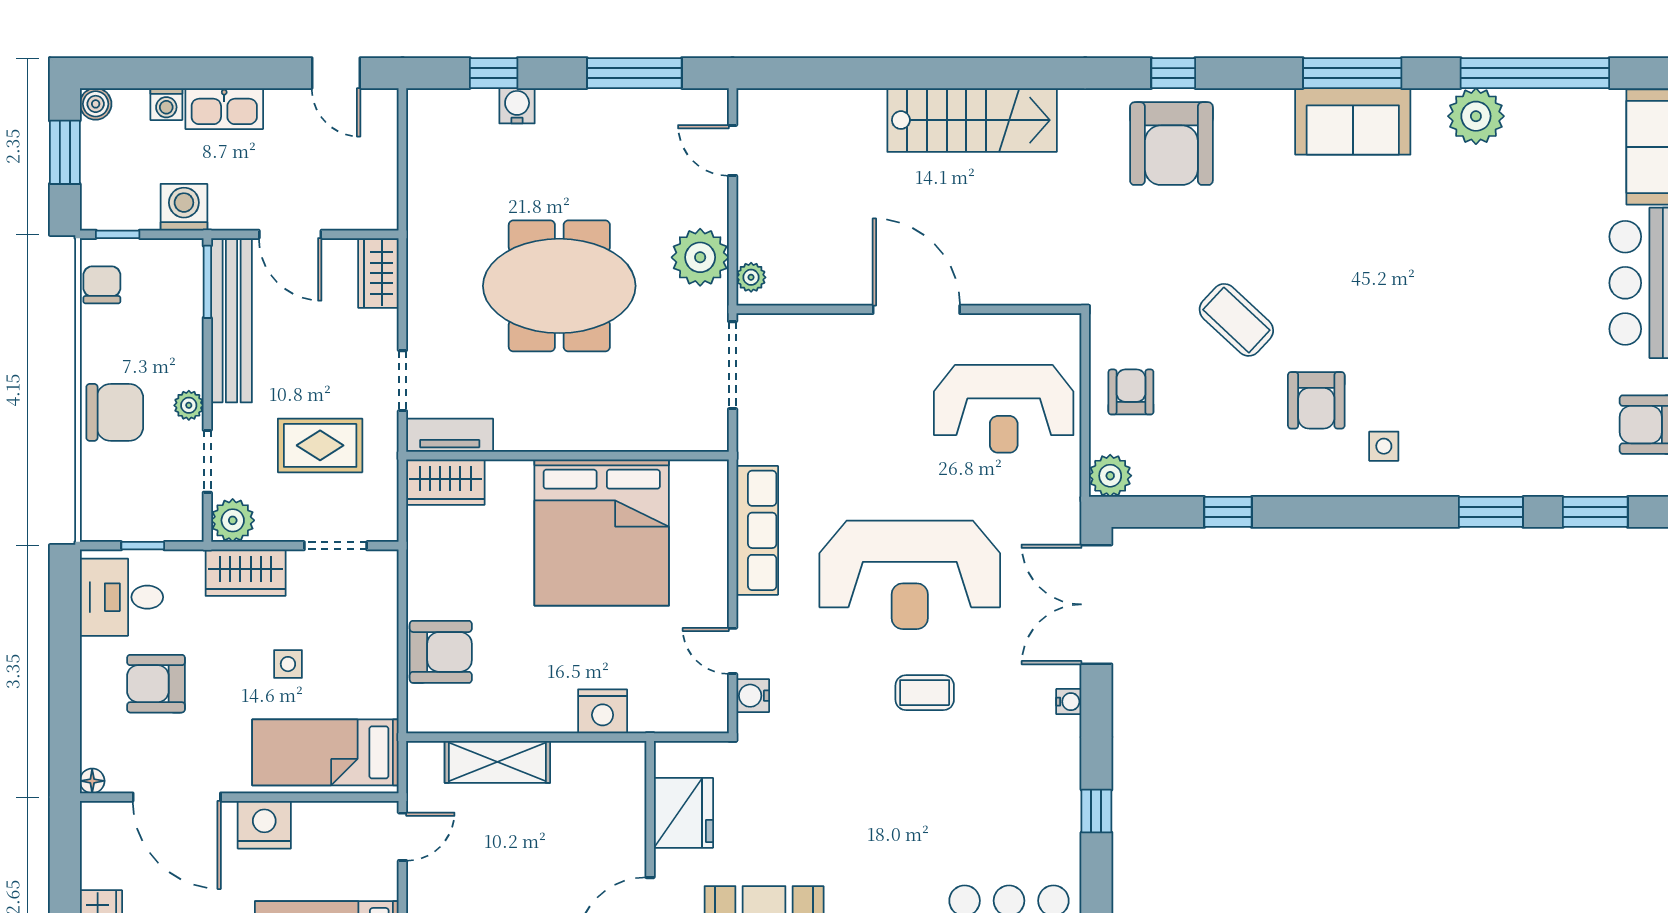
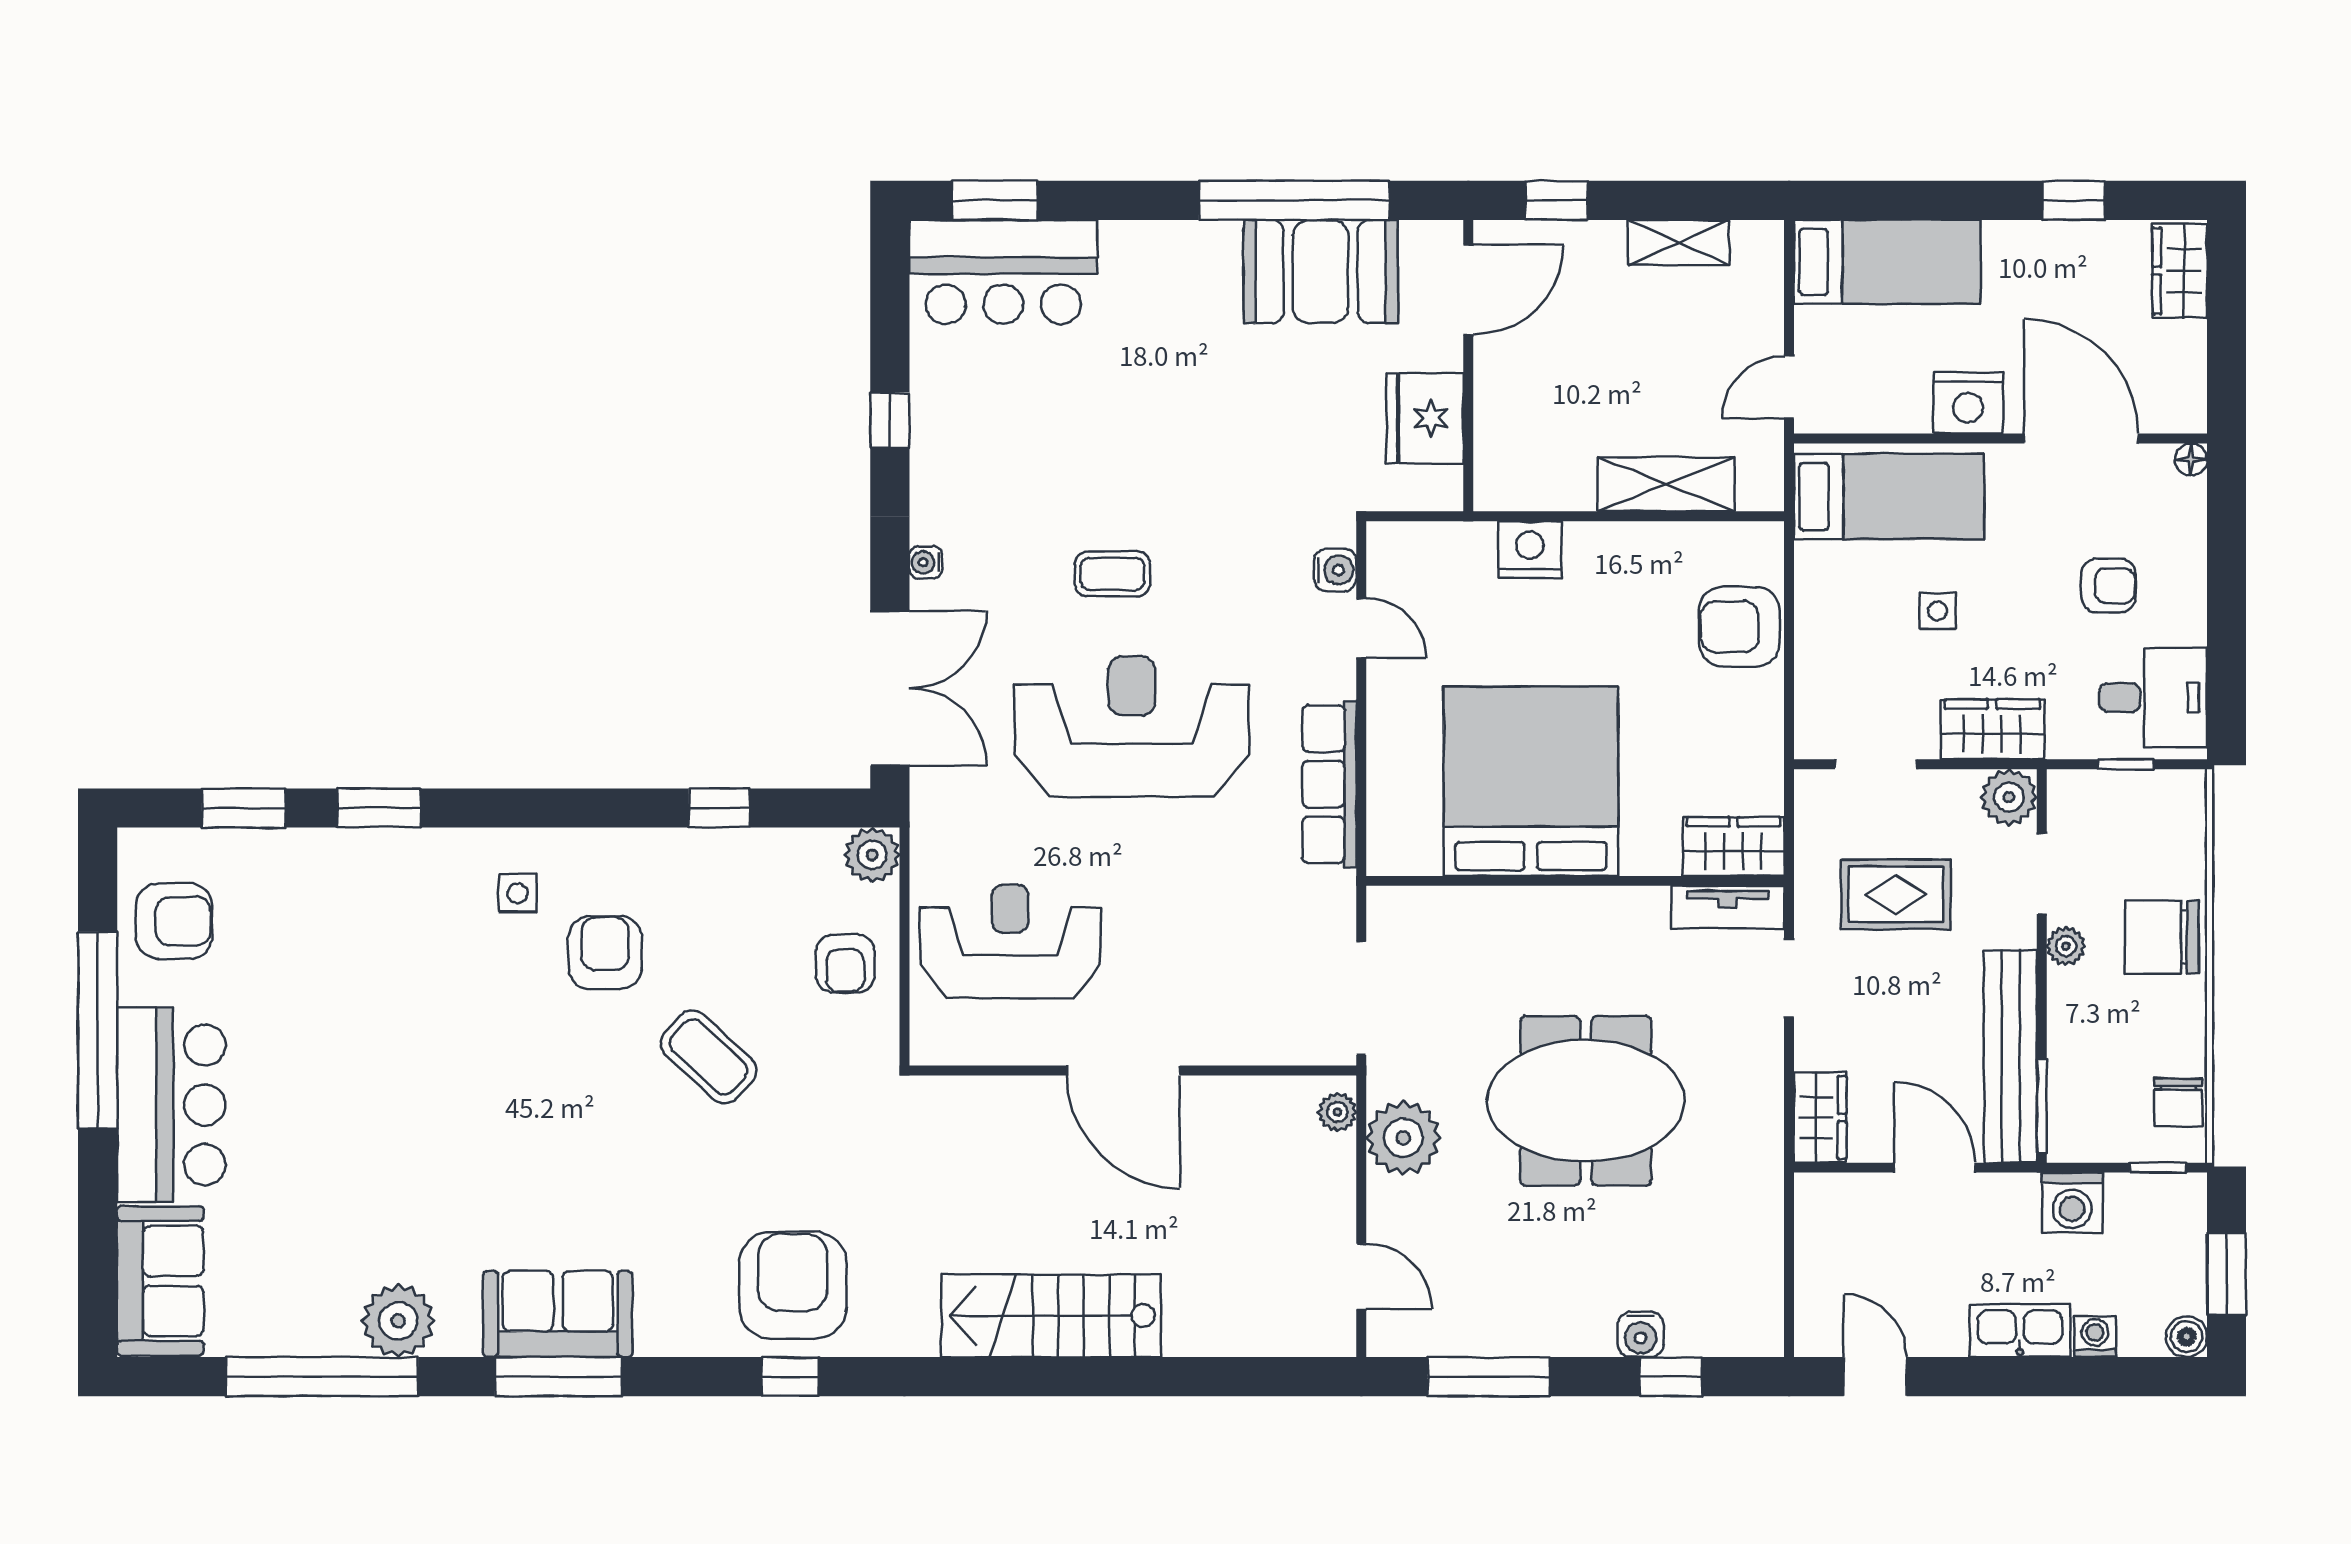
armchair: (156, 684) -> (2108, 586), width x0.72, depth x0.72

